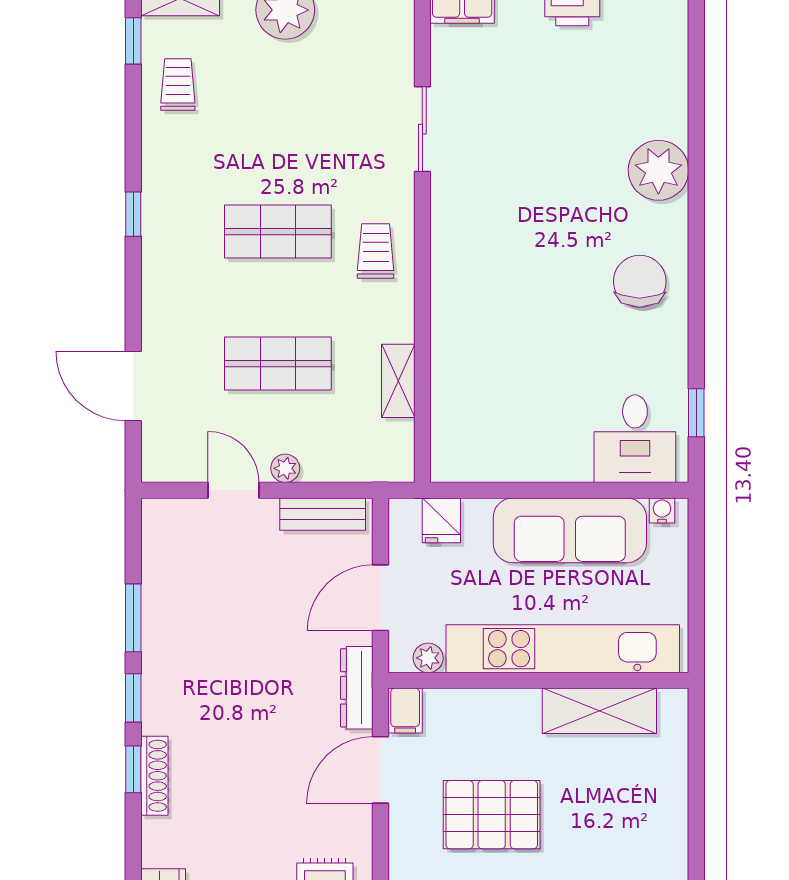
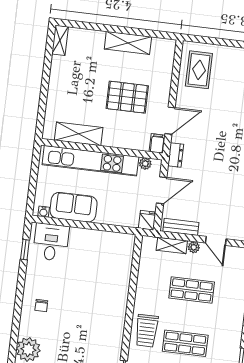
trolley: (376, 251) -> (147, 331), width x1.36, depth x1.39
chair: (640, 281) -> (41, 306), width x0.54, depth x0.54
shelving: (398, 381) -> (172, 245), moved, turned 90
fridge: (441, 520) -> (147, 220), moved
sofa: (570, 530) -> (74, 207), width x0.73
dresser: (357, 688) -> (176, 155), width x0.70

